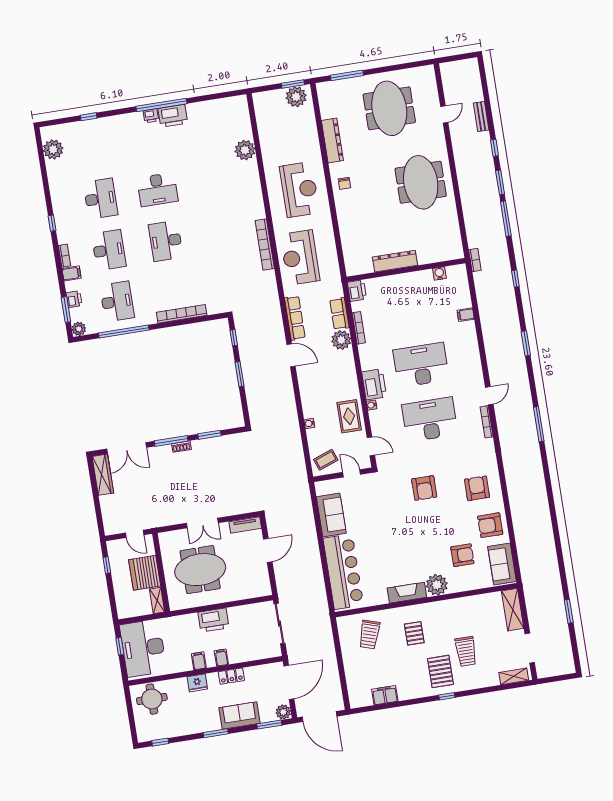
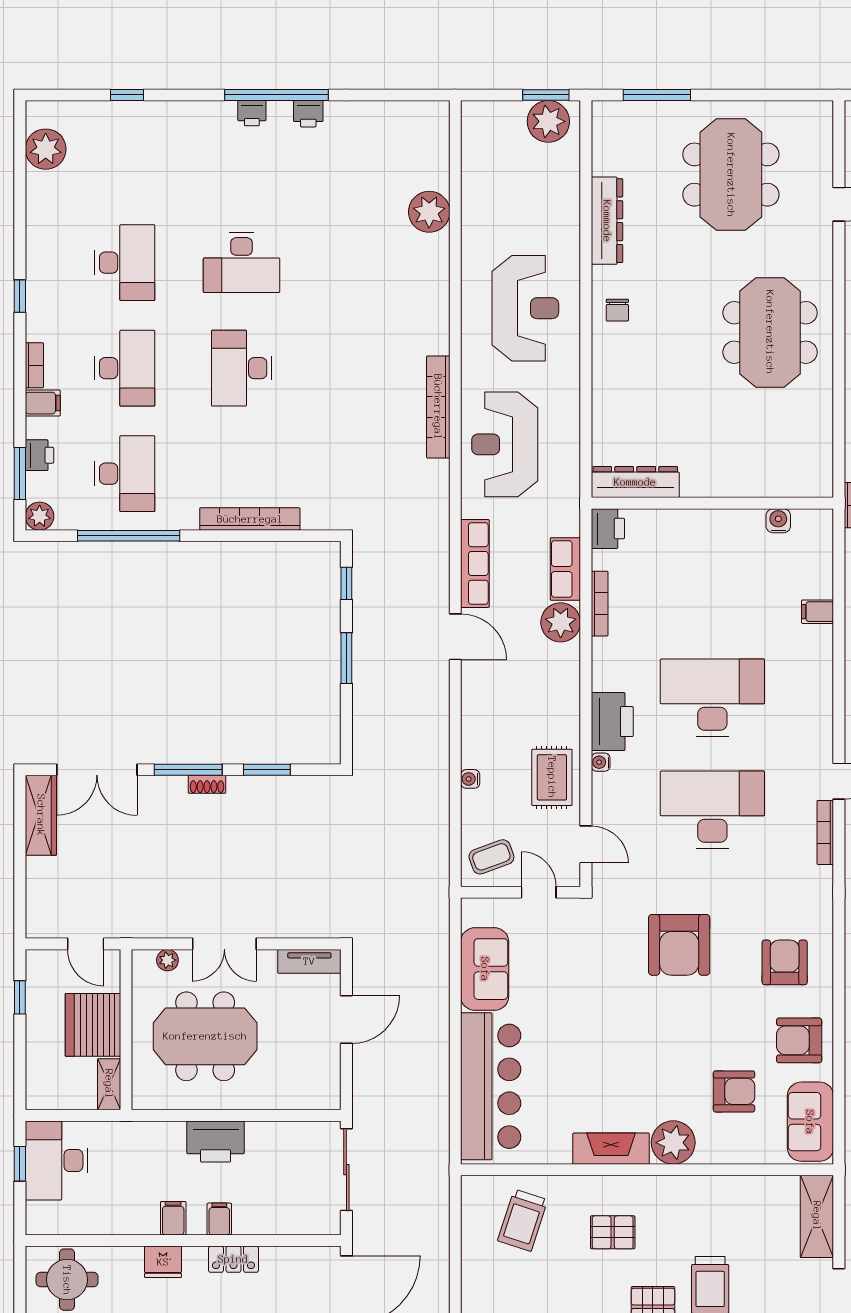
printer: (173, 116) -> (308, 114), width x0.53, depth x0.68
dresser: (395, 261) -> (635, 482), moved
armchair: (424, 488) -> (679, 945), width x1.36, depth x1.36
plant: (176, 535) -> (167, 960), added
pallet: (414, 633) -> (613, 1232), turned 90
desk: (143, 648) -> (57, 1161), width x0.73, depth x0.77

